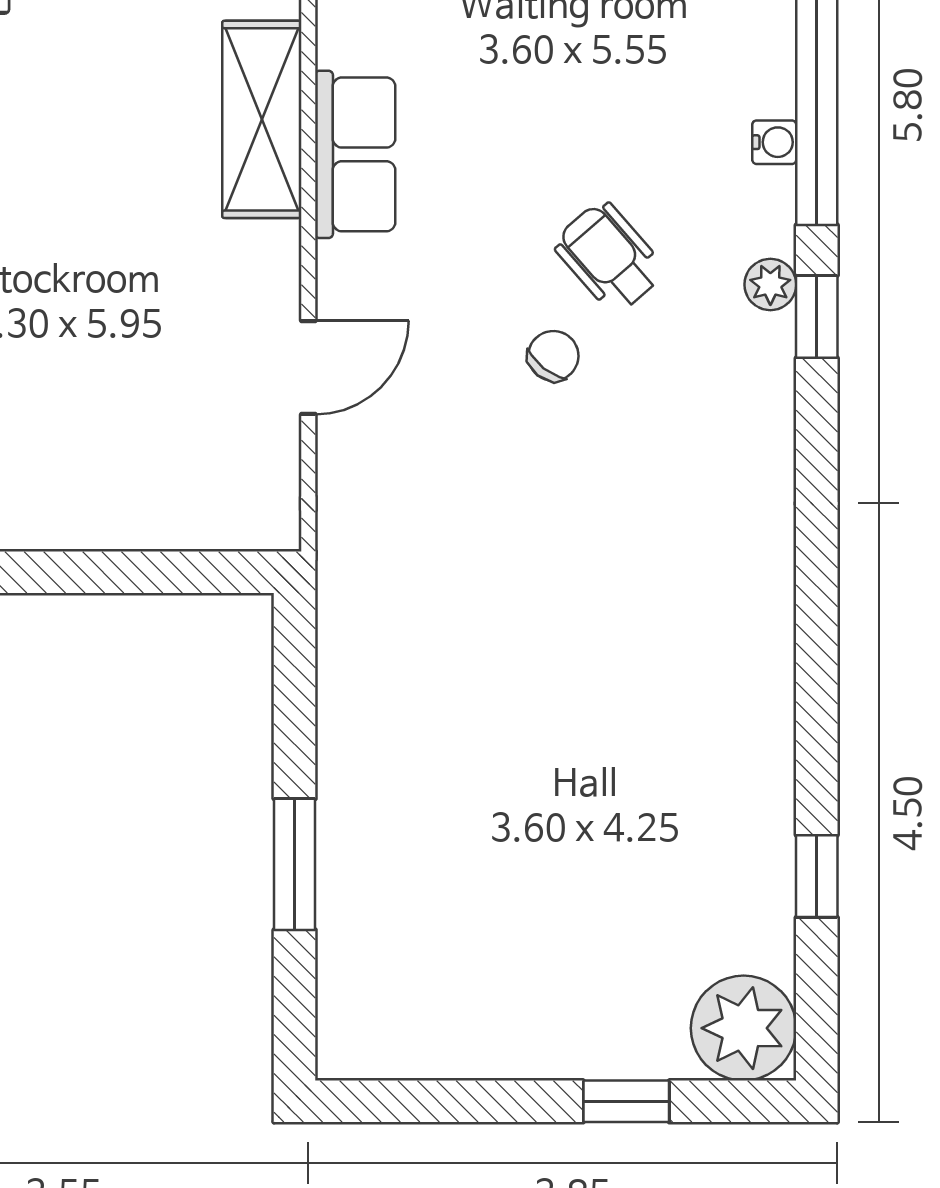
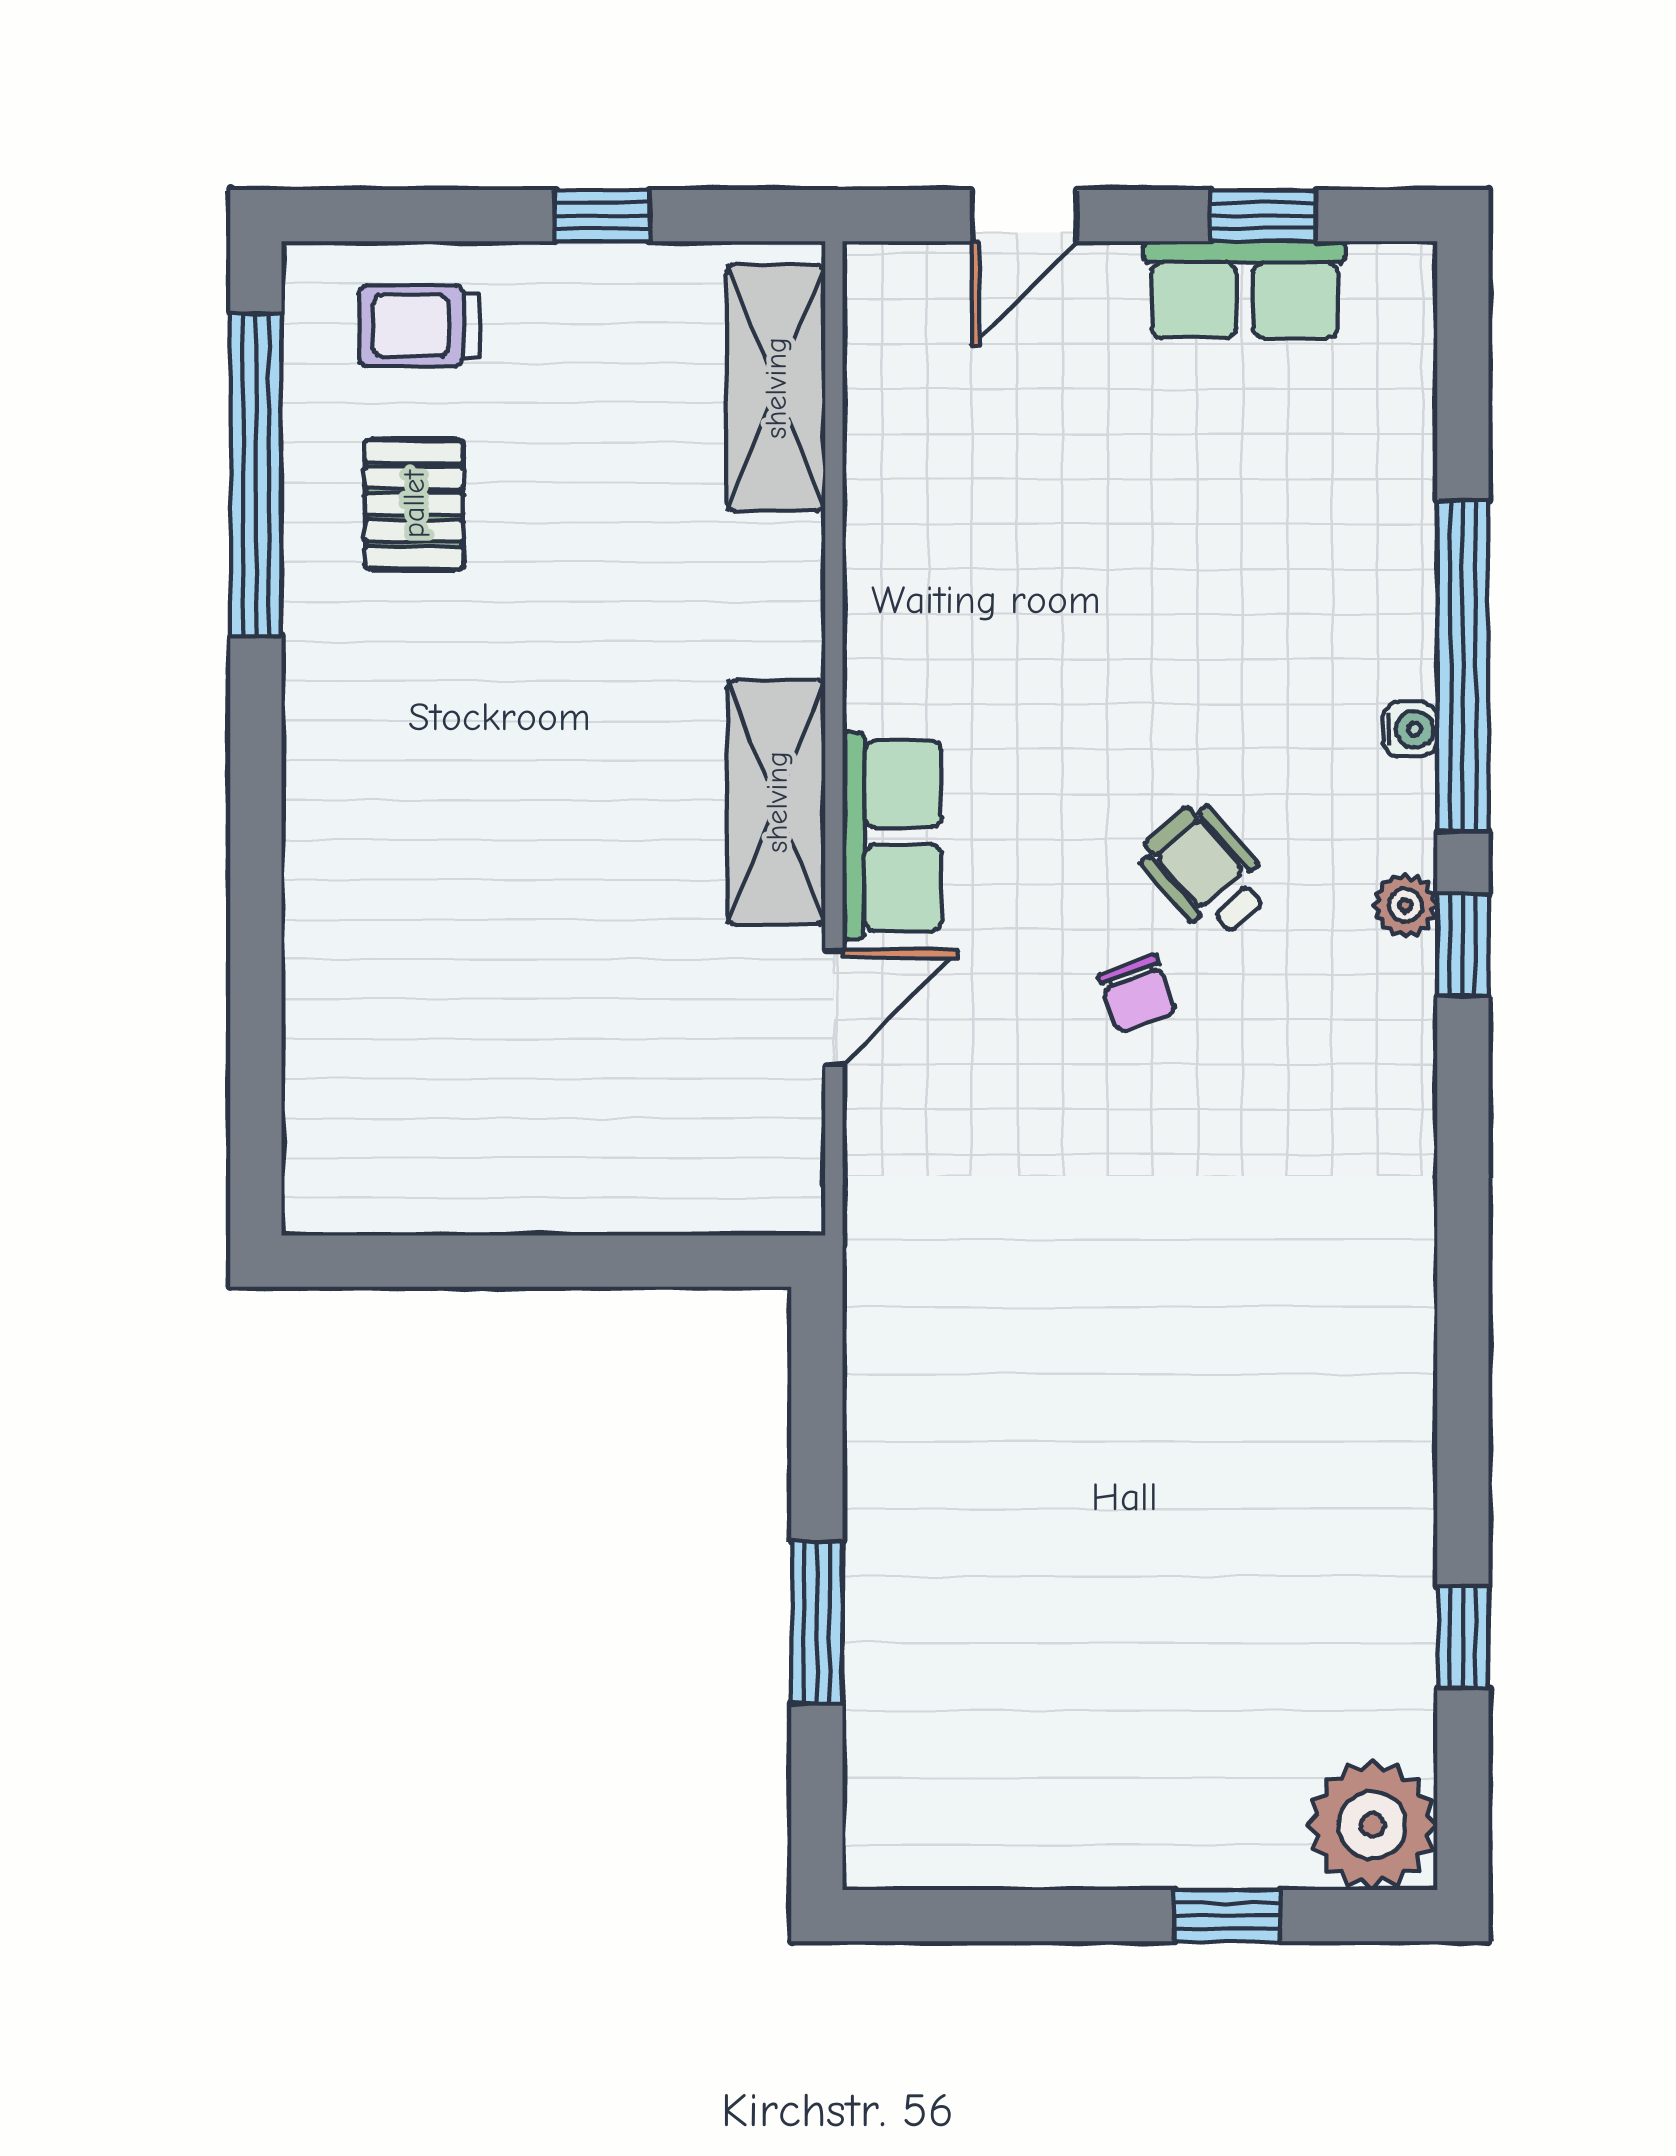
shelving: (262, 119) -> (777, 802), moved
row of seats: (355, 154) -> (892, 836), moved
chair: (553, 356) -> (1137, 994), turned 122

